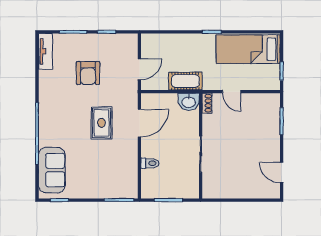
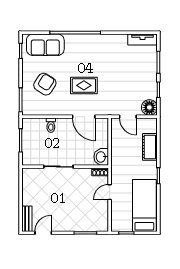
floor lamp: (128, 43) -> (149, 107), added
armchair: (88, 73) -> (45, 84), moved, turned 123
cot: (185, 81) -> (150, 147), moved
bench: (264, 193) -> (27, 219), added

